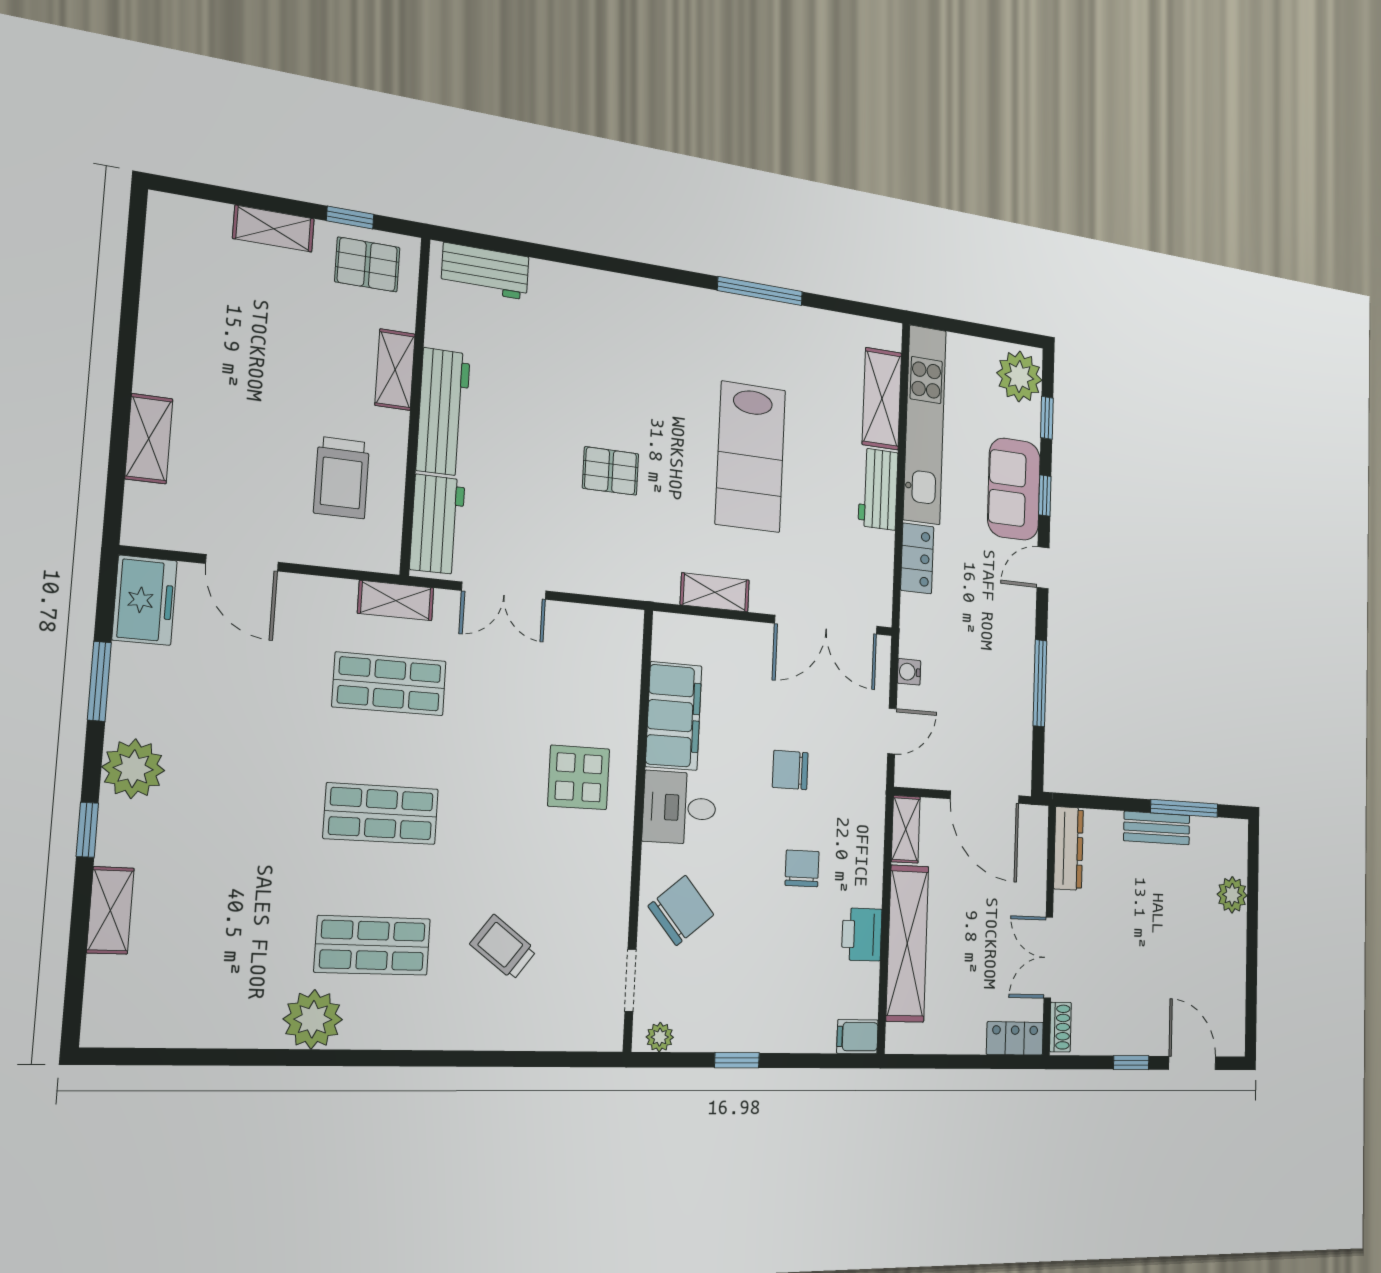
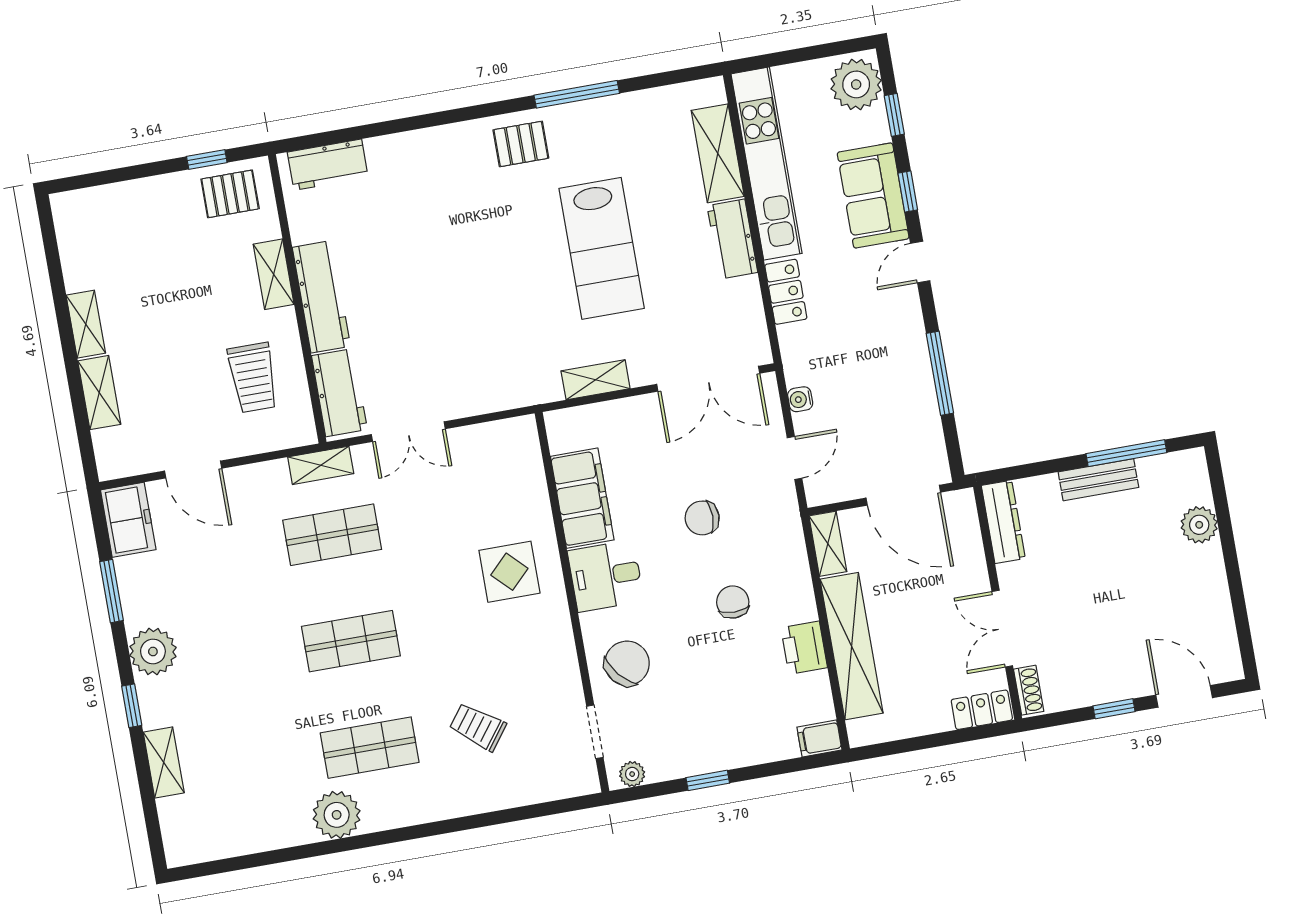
shelving: (274, 229) -> (86, 324), moved, turned 90
pallet: (611, 471) -> (521, 144), moved

